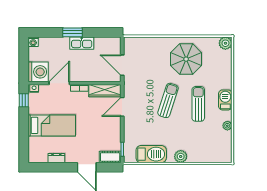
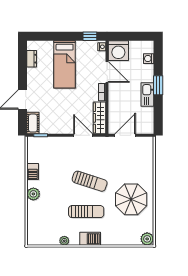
washing machine: (33, 42) -> (149, 59), moved
barbecue: (151, 154) -> (33, 171), width x0.53, depth x0.65
dresser: (56, 158) -> (32, 59), moved

